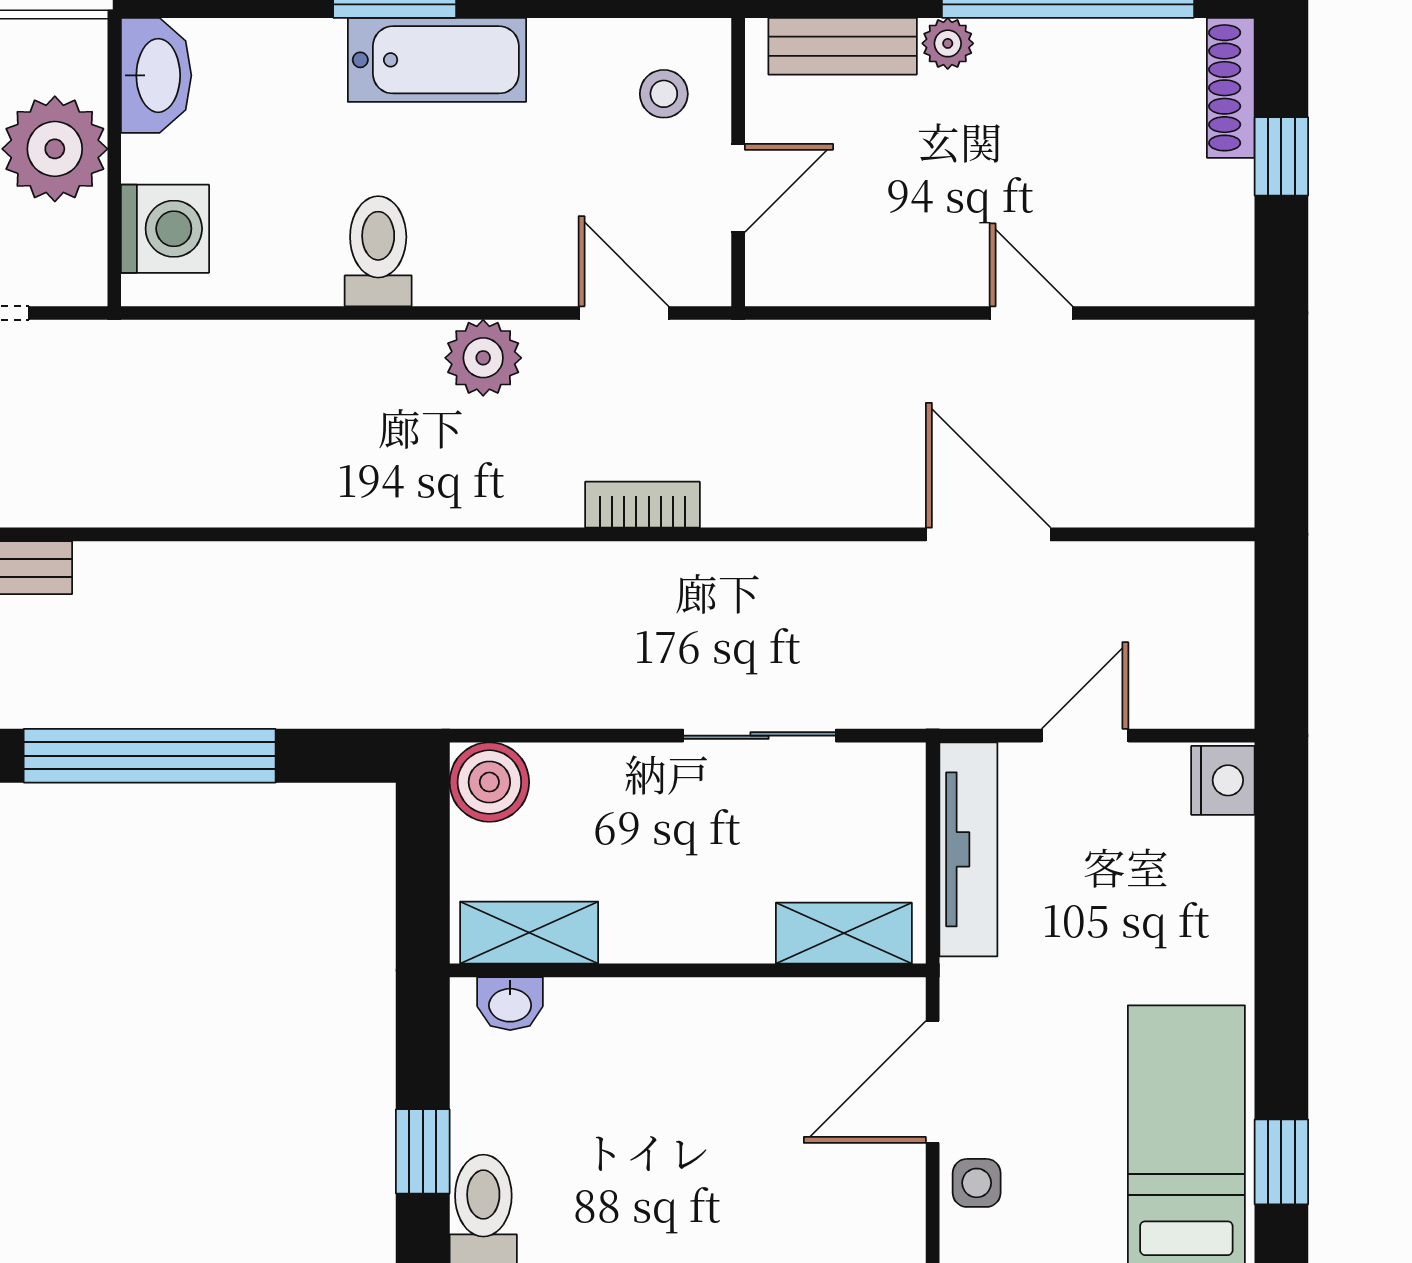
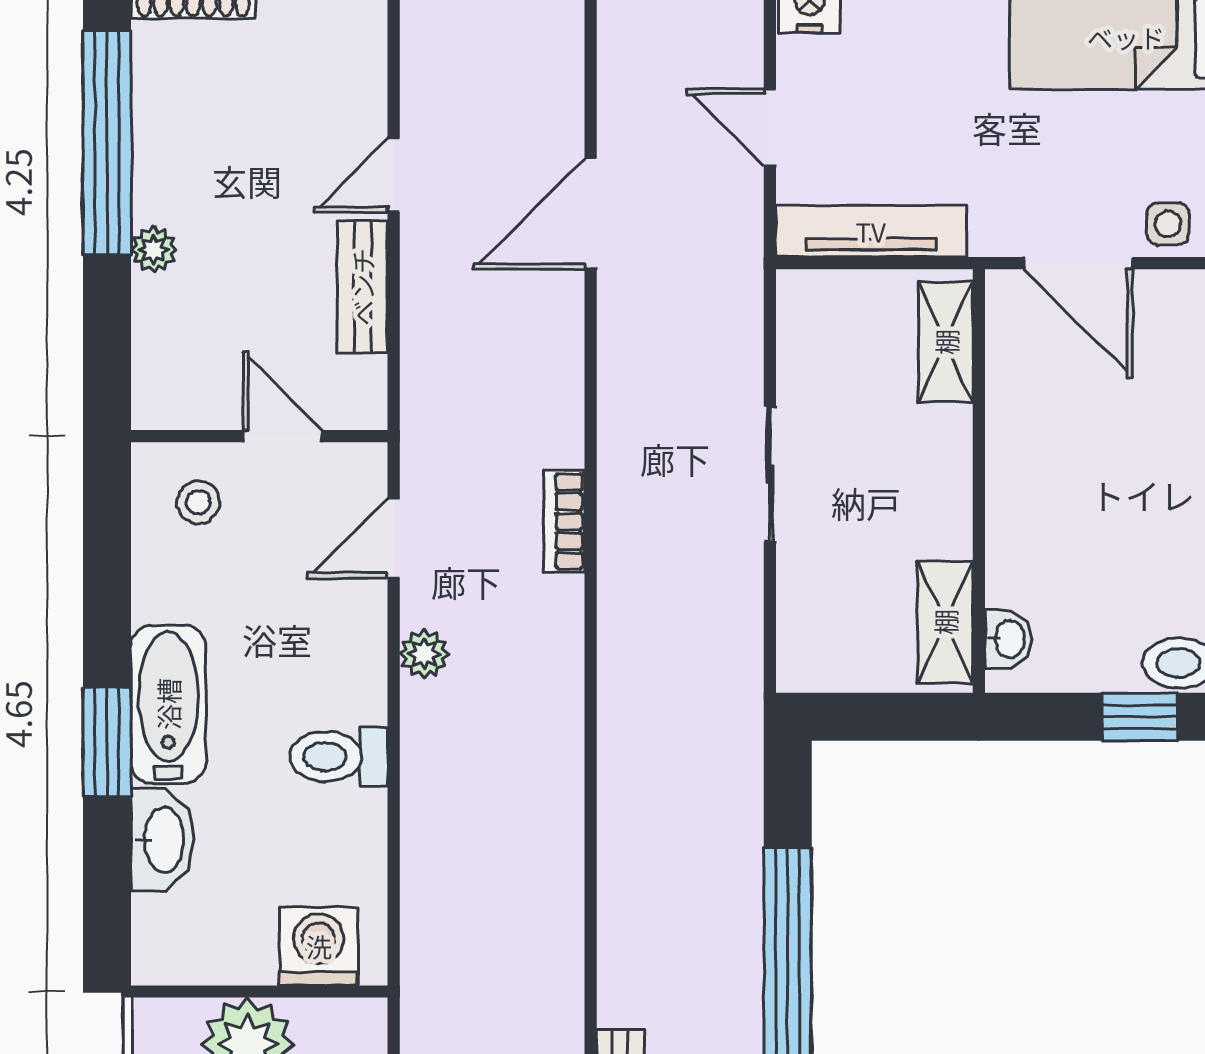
bench: (843, 46) -> (362, 287), moved
washbasin: (156, 75) -> (162, 840), moved, turned 90
plant: (483, 358) -> (424, 654), width x0.73, depth x0.73
sliding door: (760, 736) -> (770, 474), moved
boiler: (489, 782) -> (811, 658), removed

